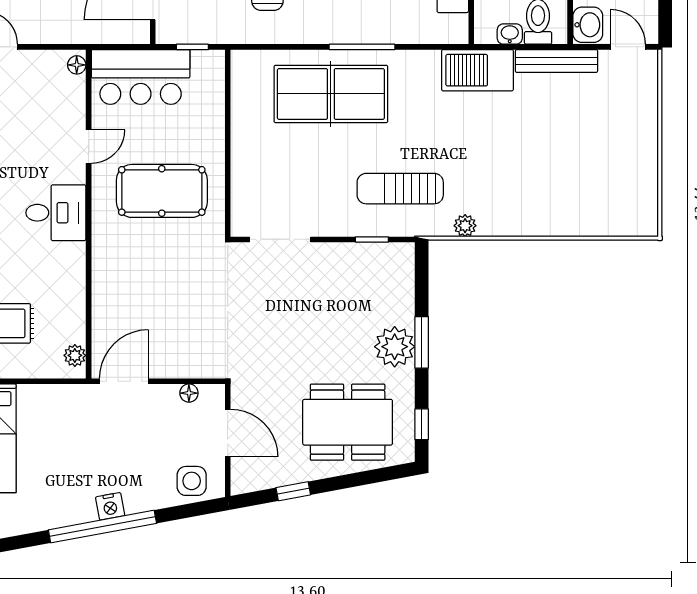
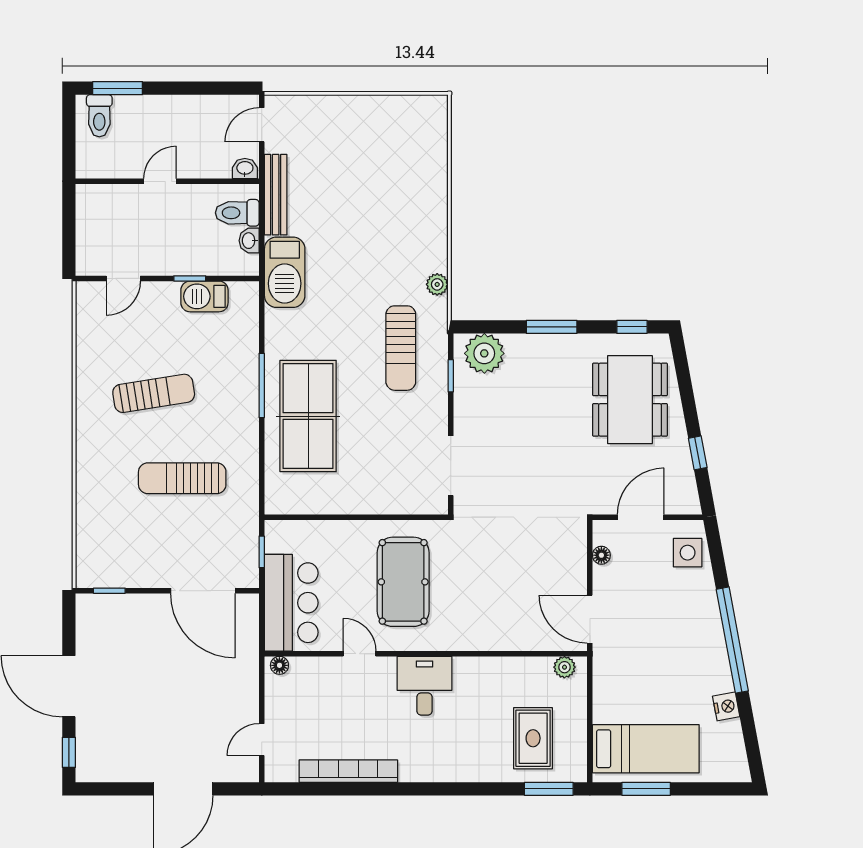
washbasin: (588, 25) -> (245, 169), width x0.72, depth x0.69
plant: (395, 347) -> (484, 353), moved
nightstand: (110, 506) -> (726, 706), moved

